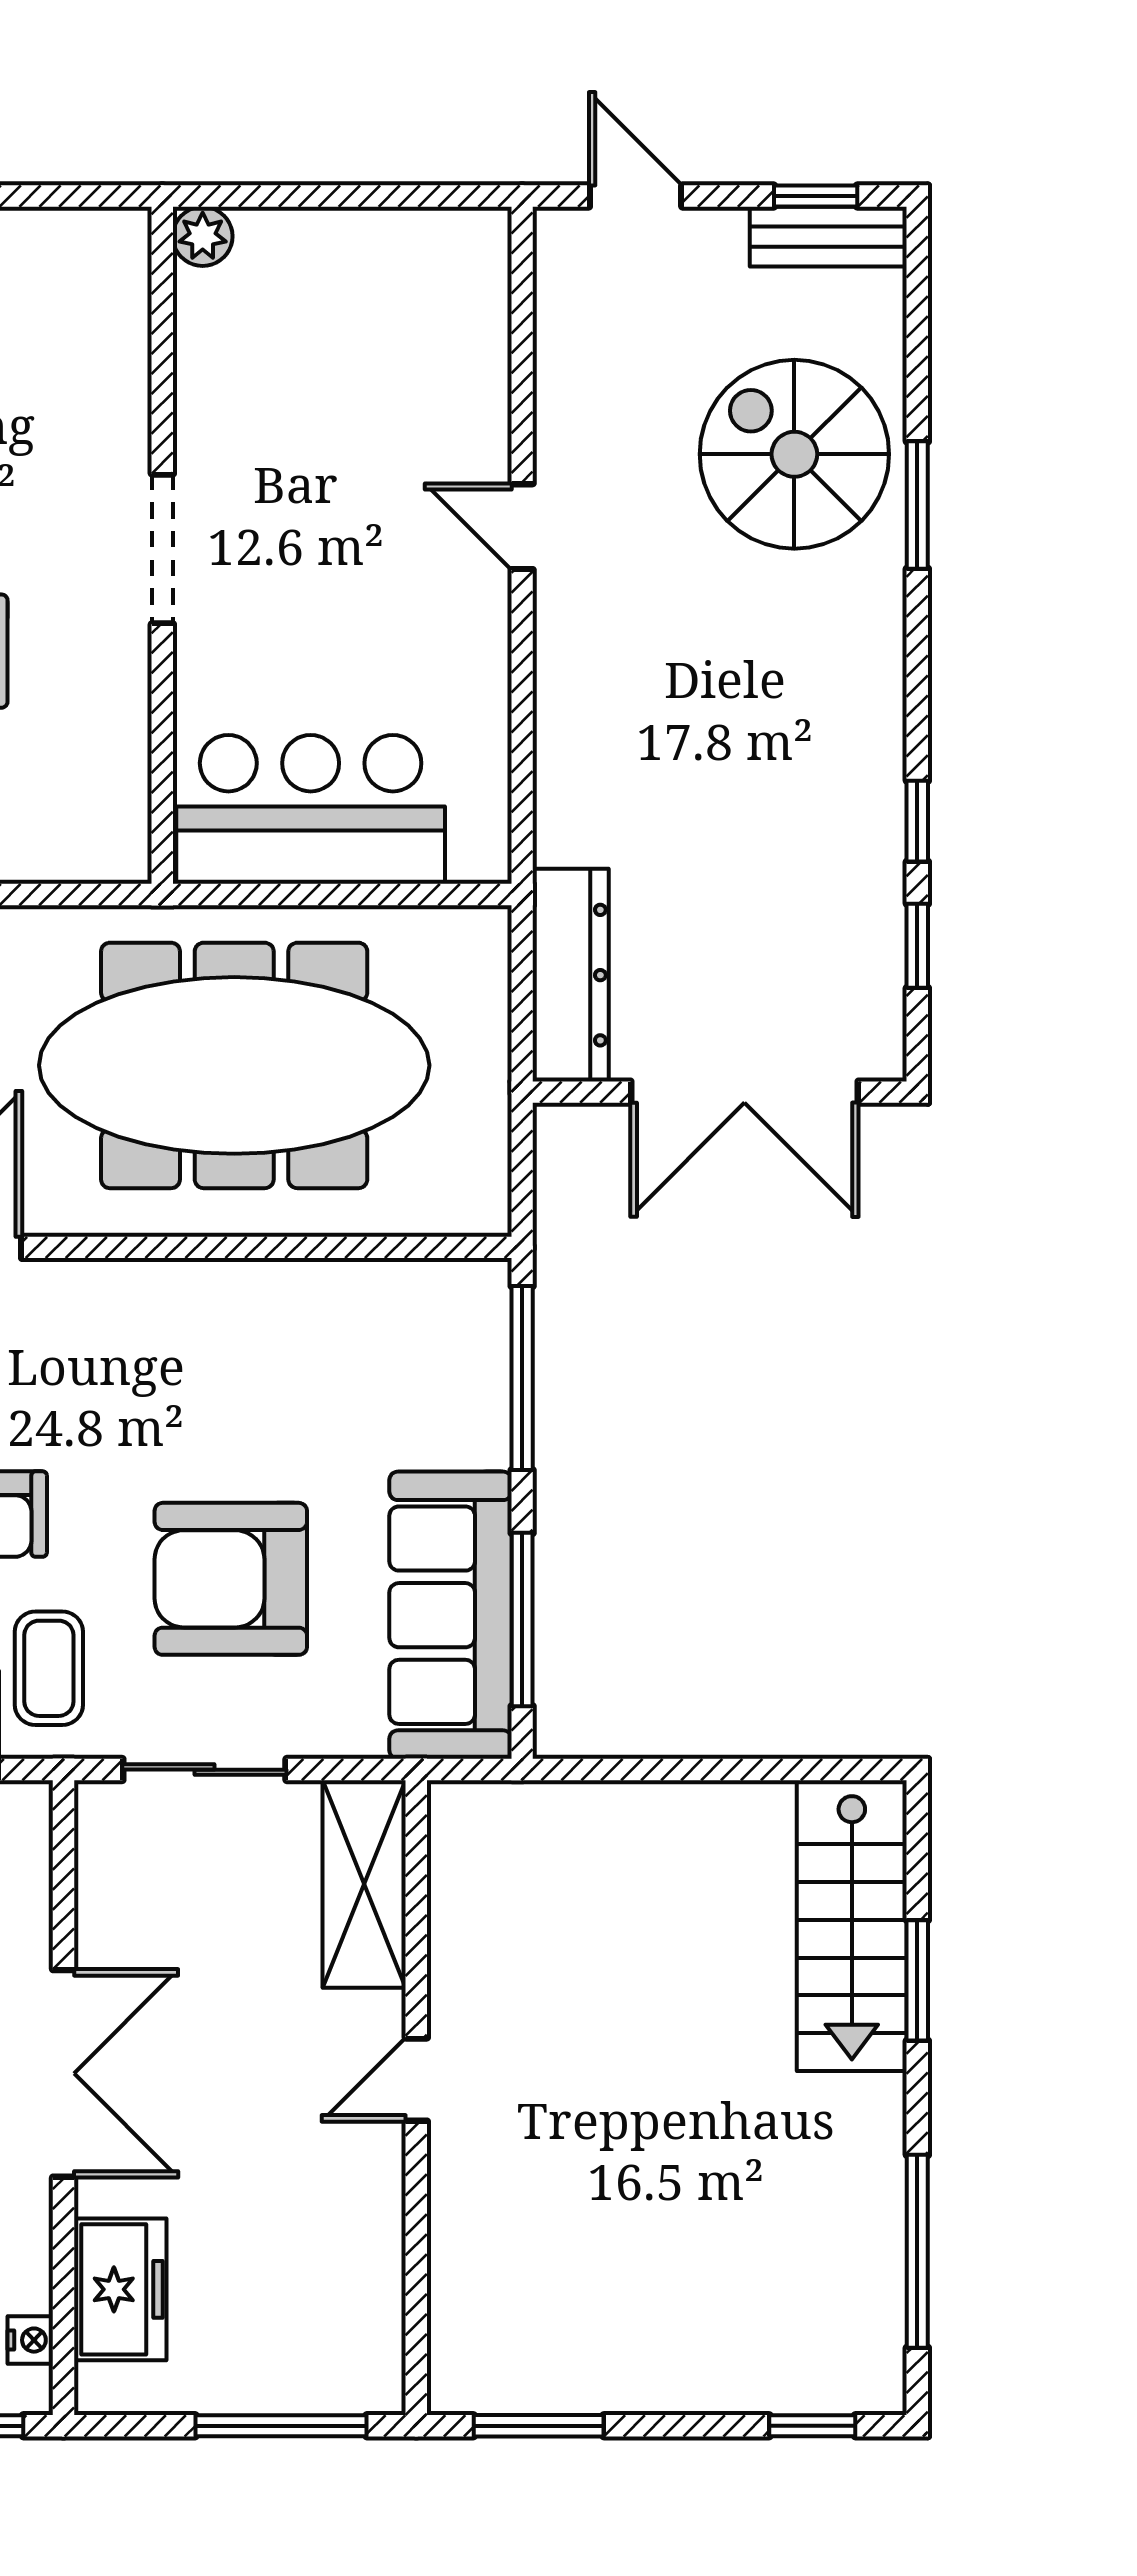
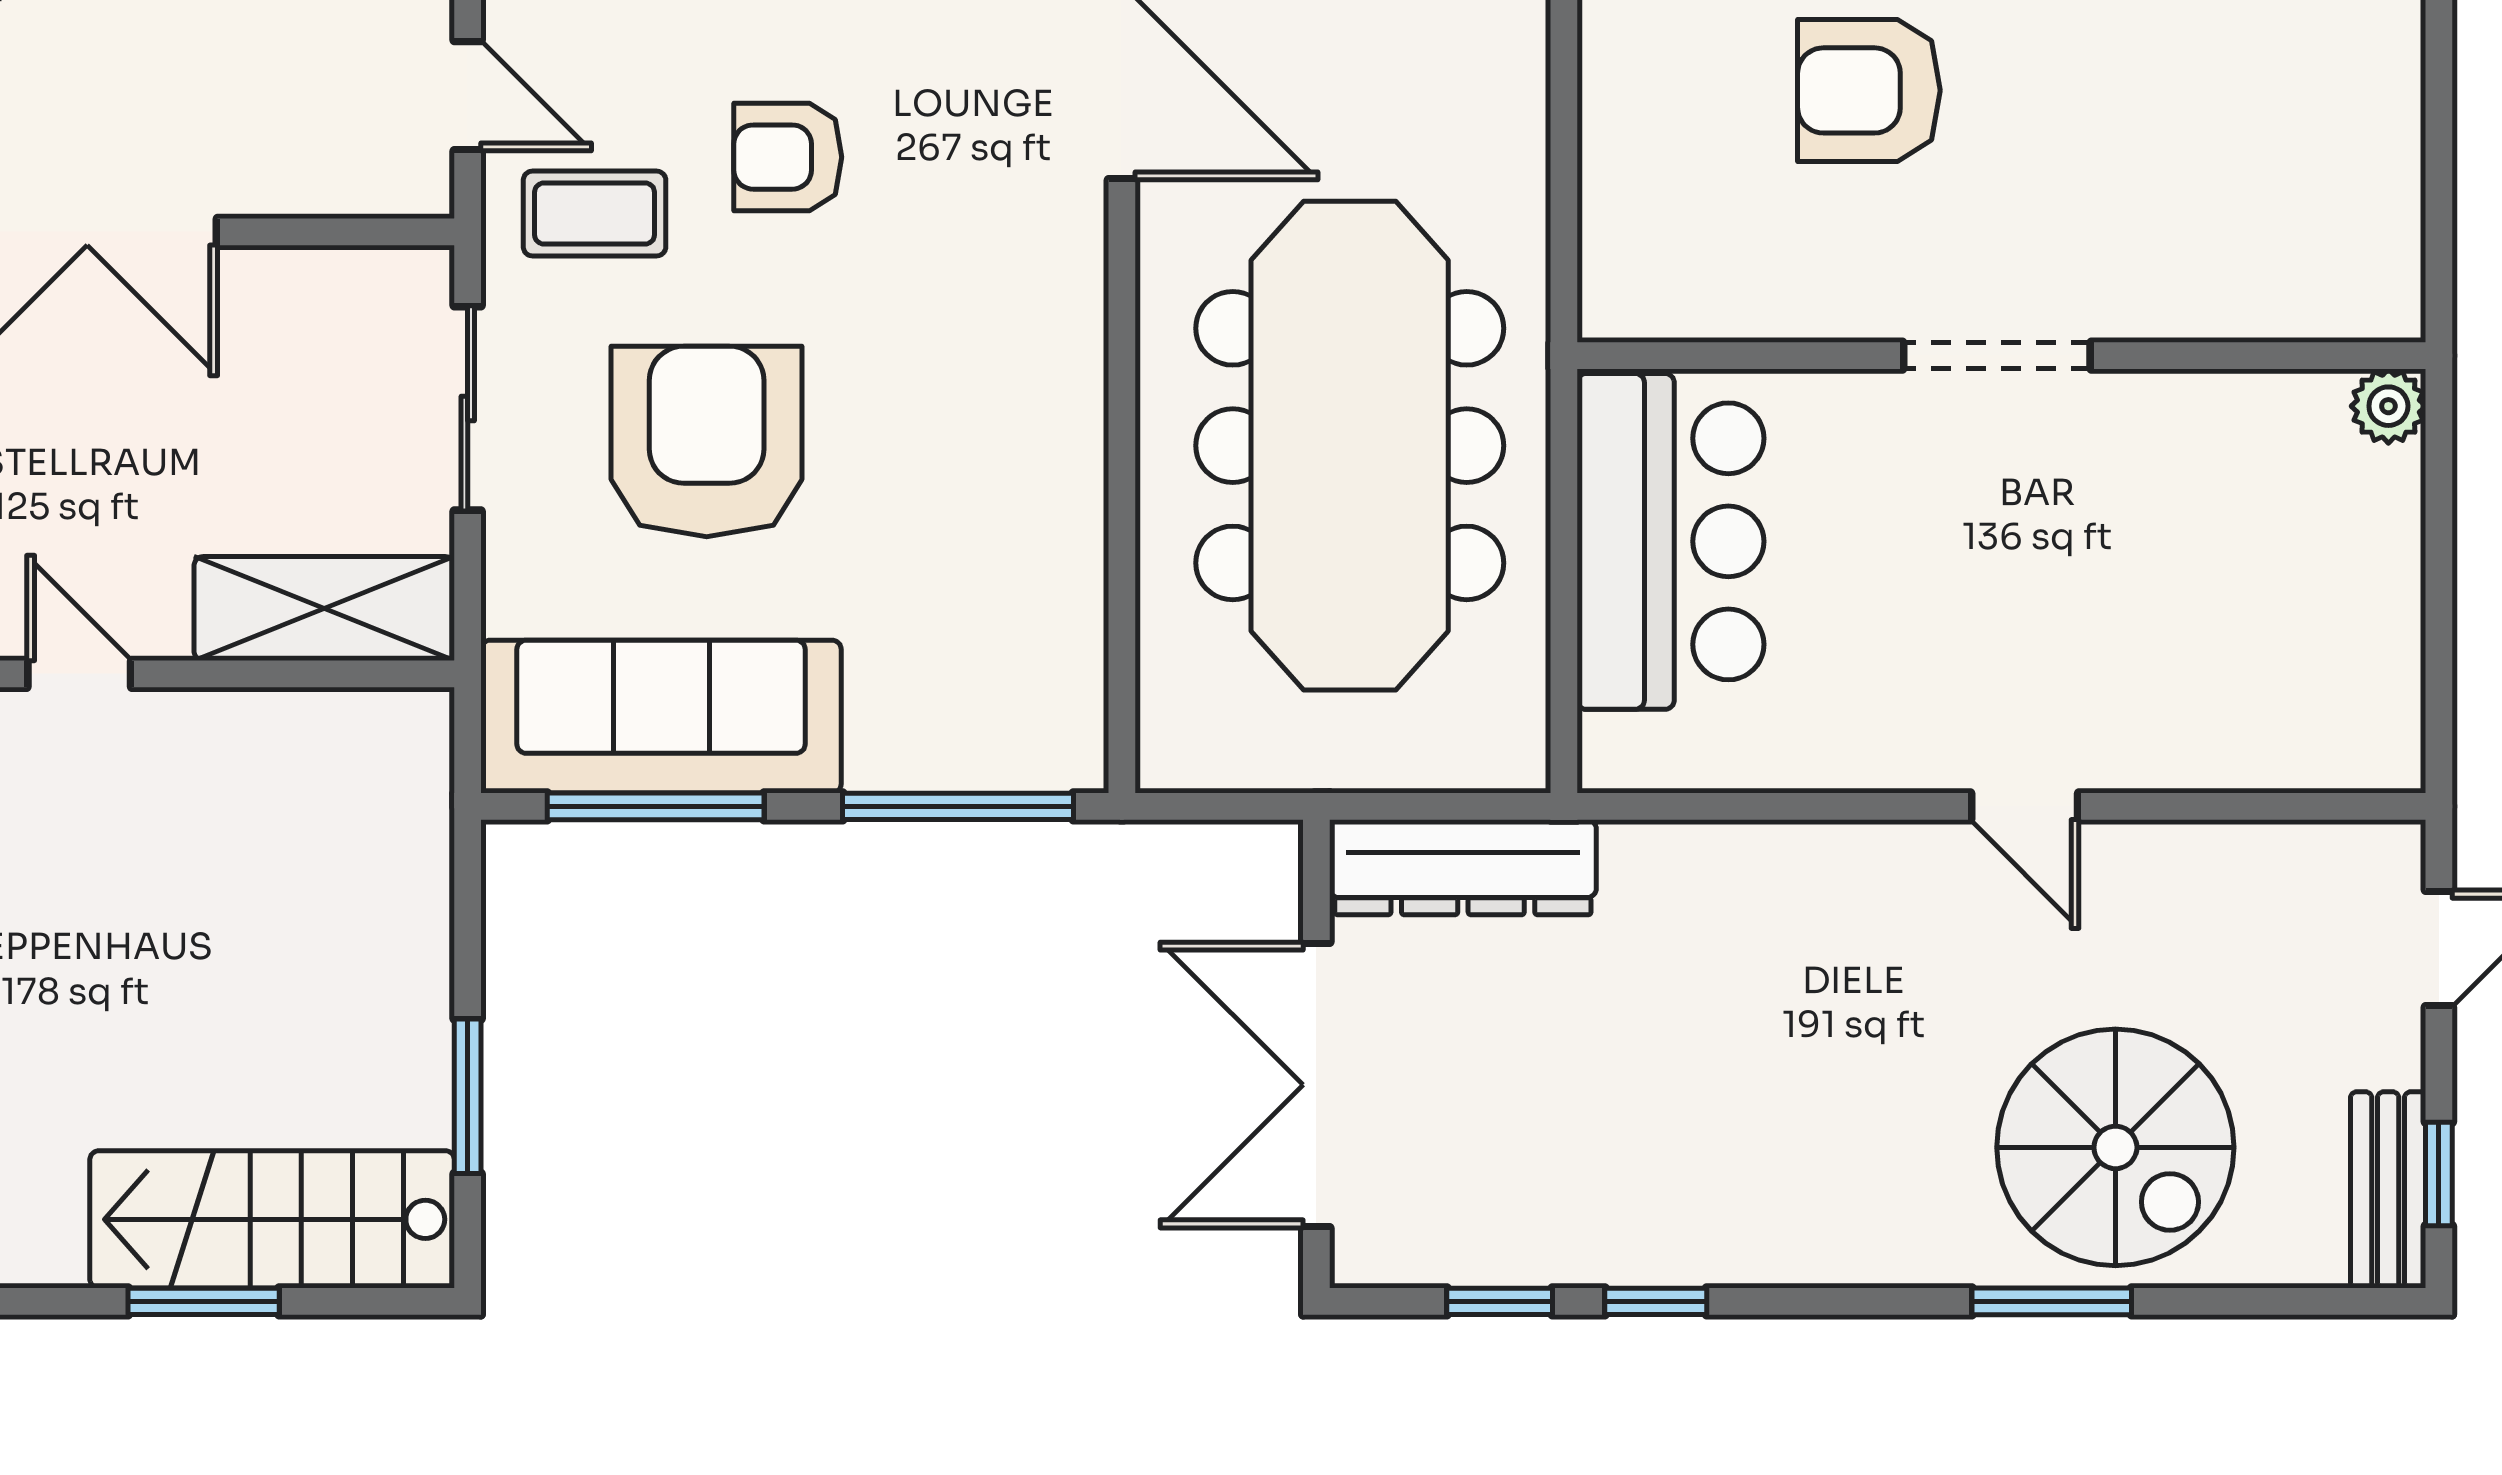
spiral stairs: (794, 454) -> (2115, 1147), turned 90
door: (522, 527) -> (2025, 806), swing flipped
window: (753, 1770) -> (468, 1096), added

